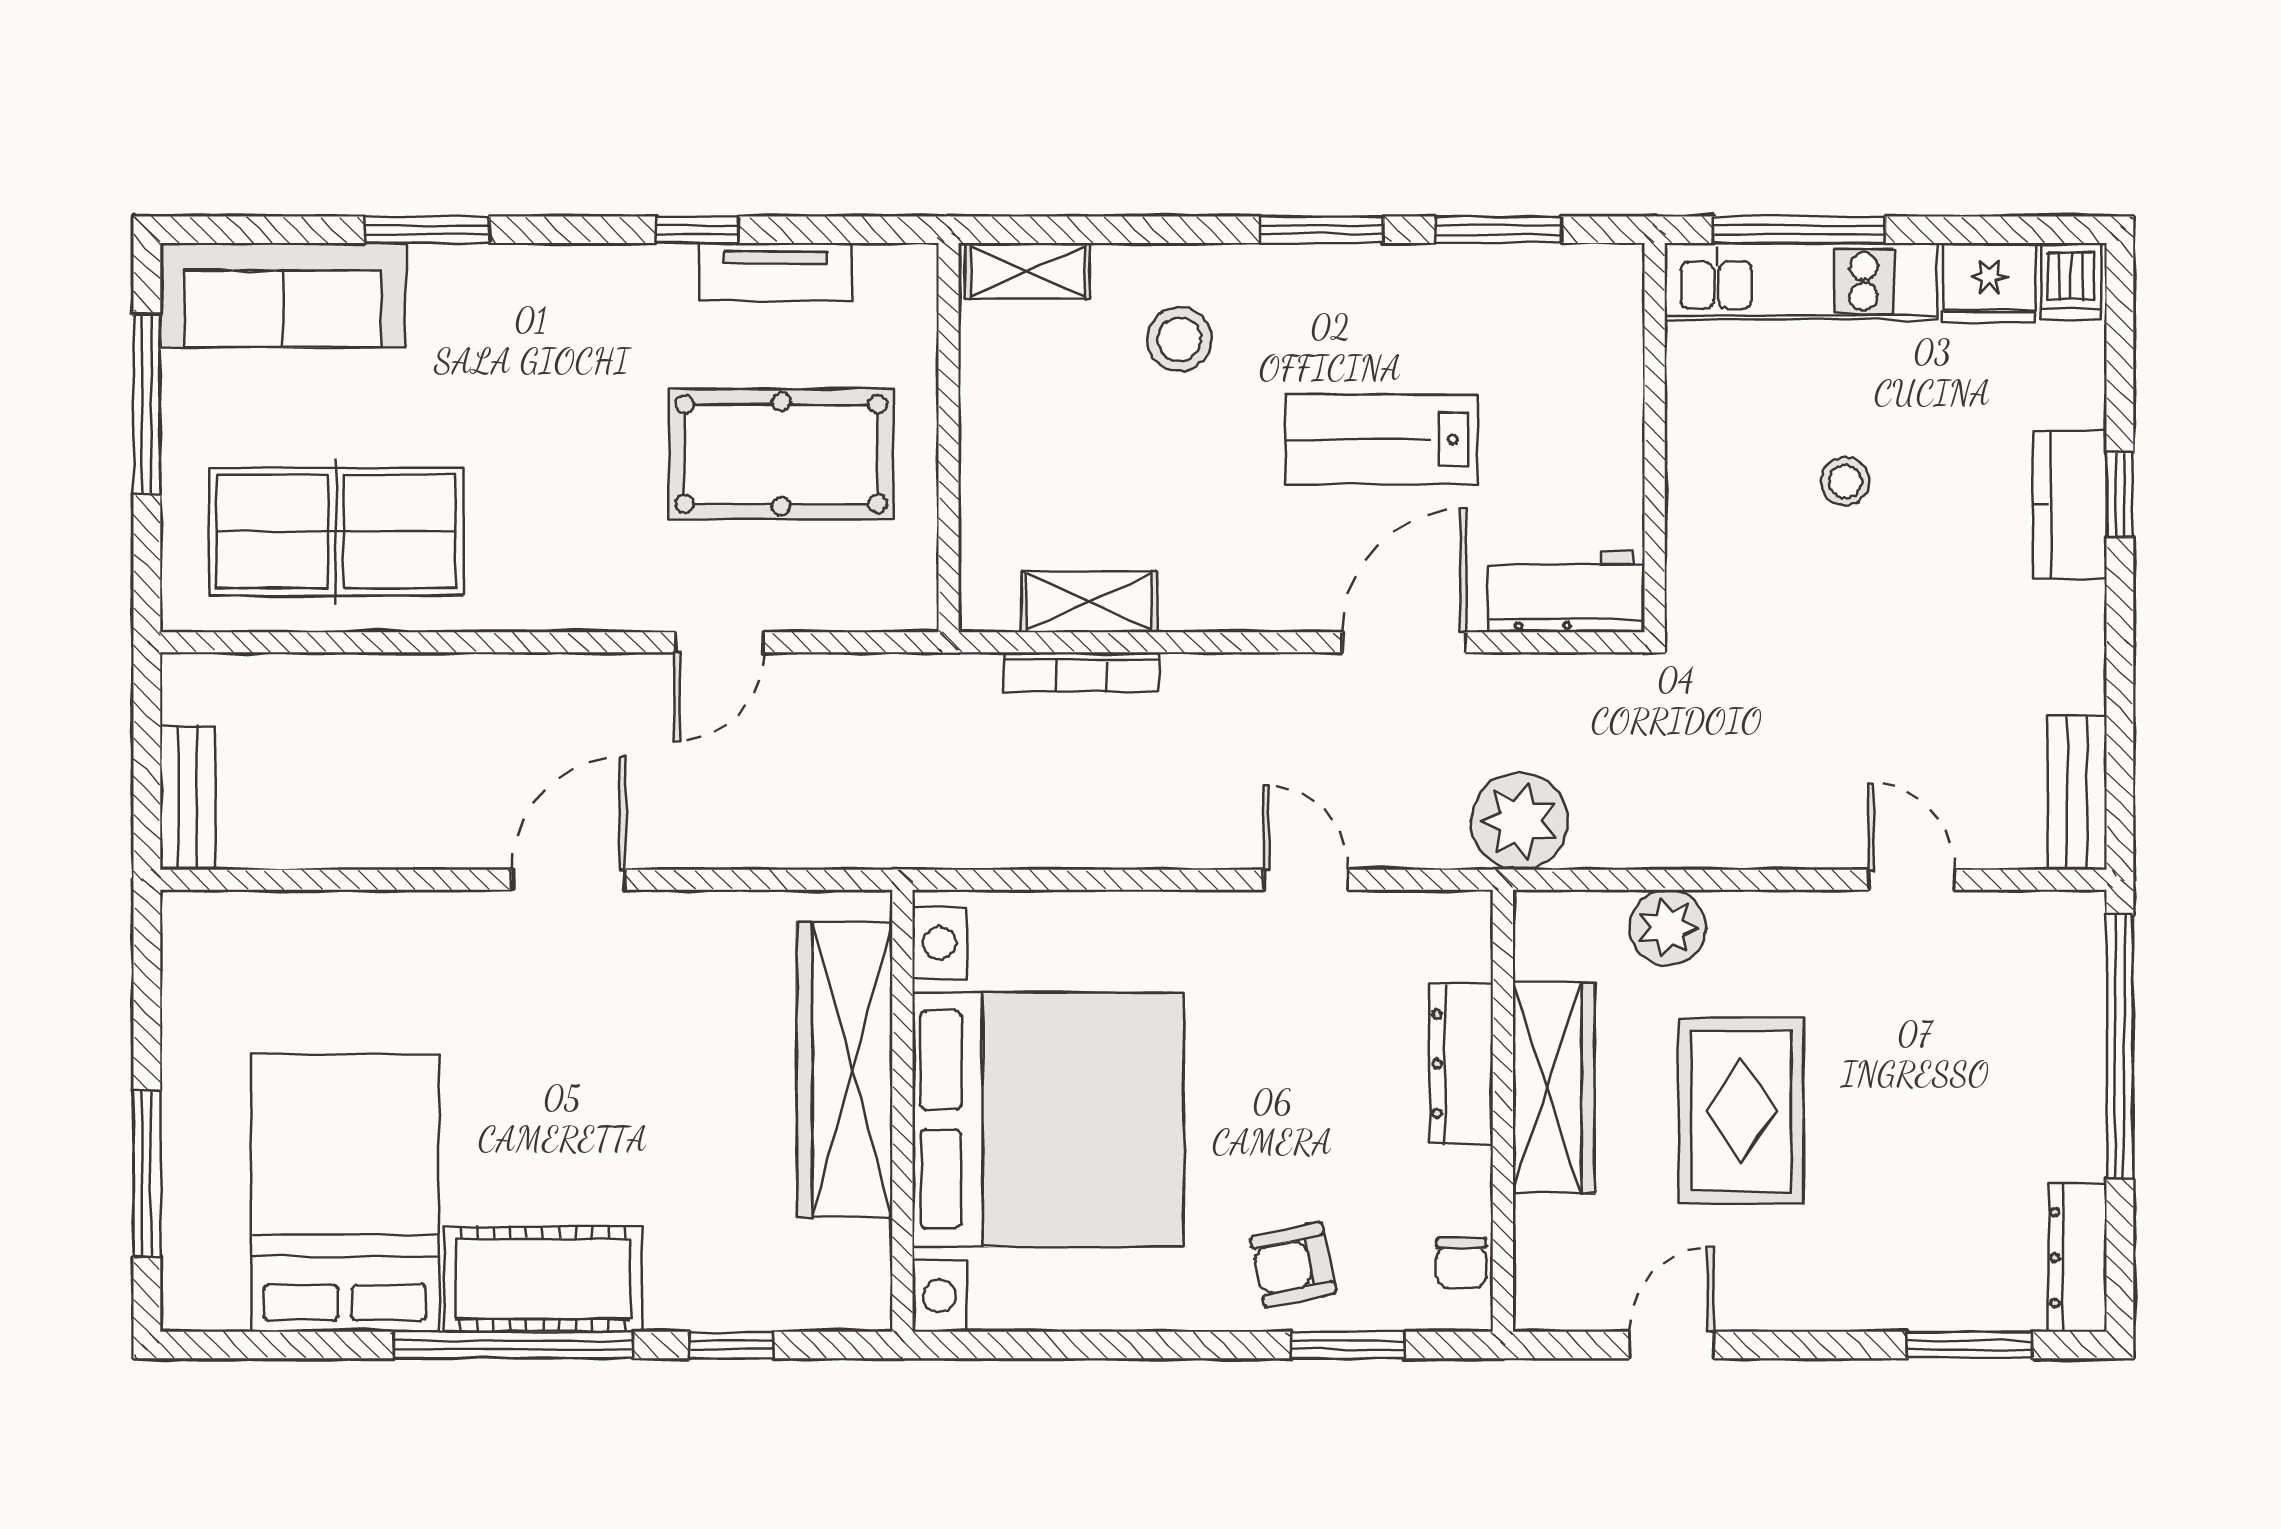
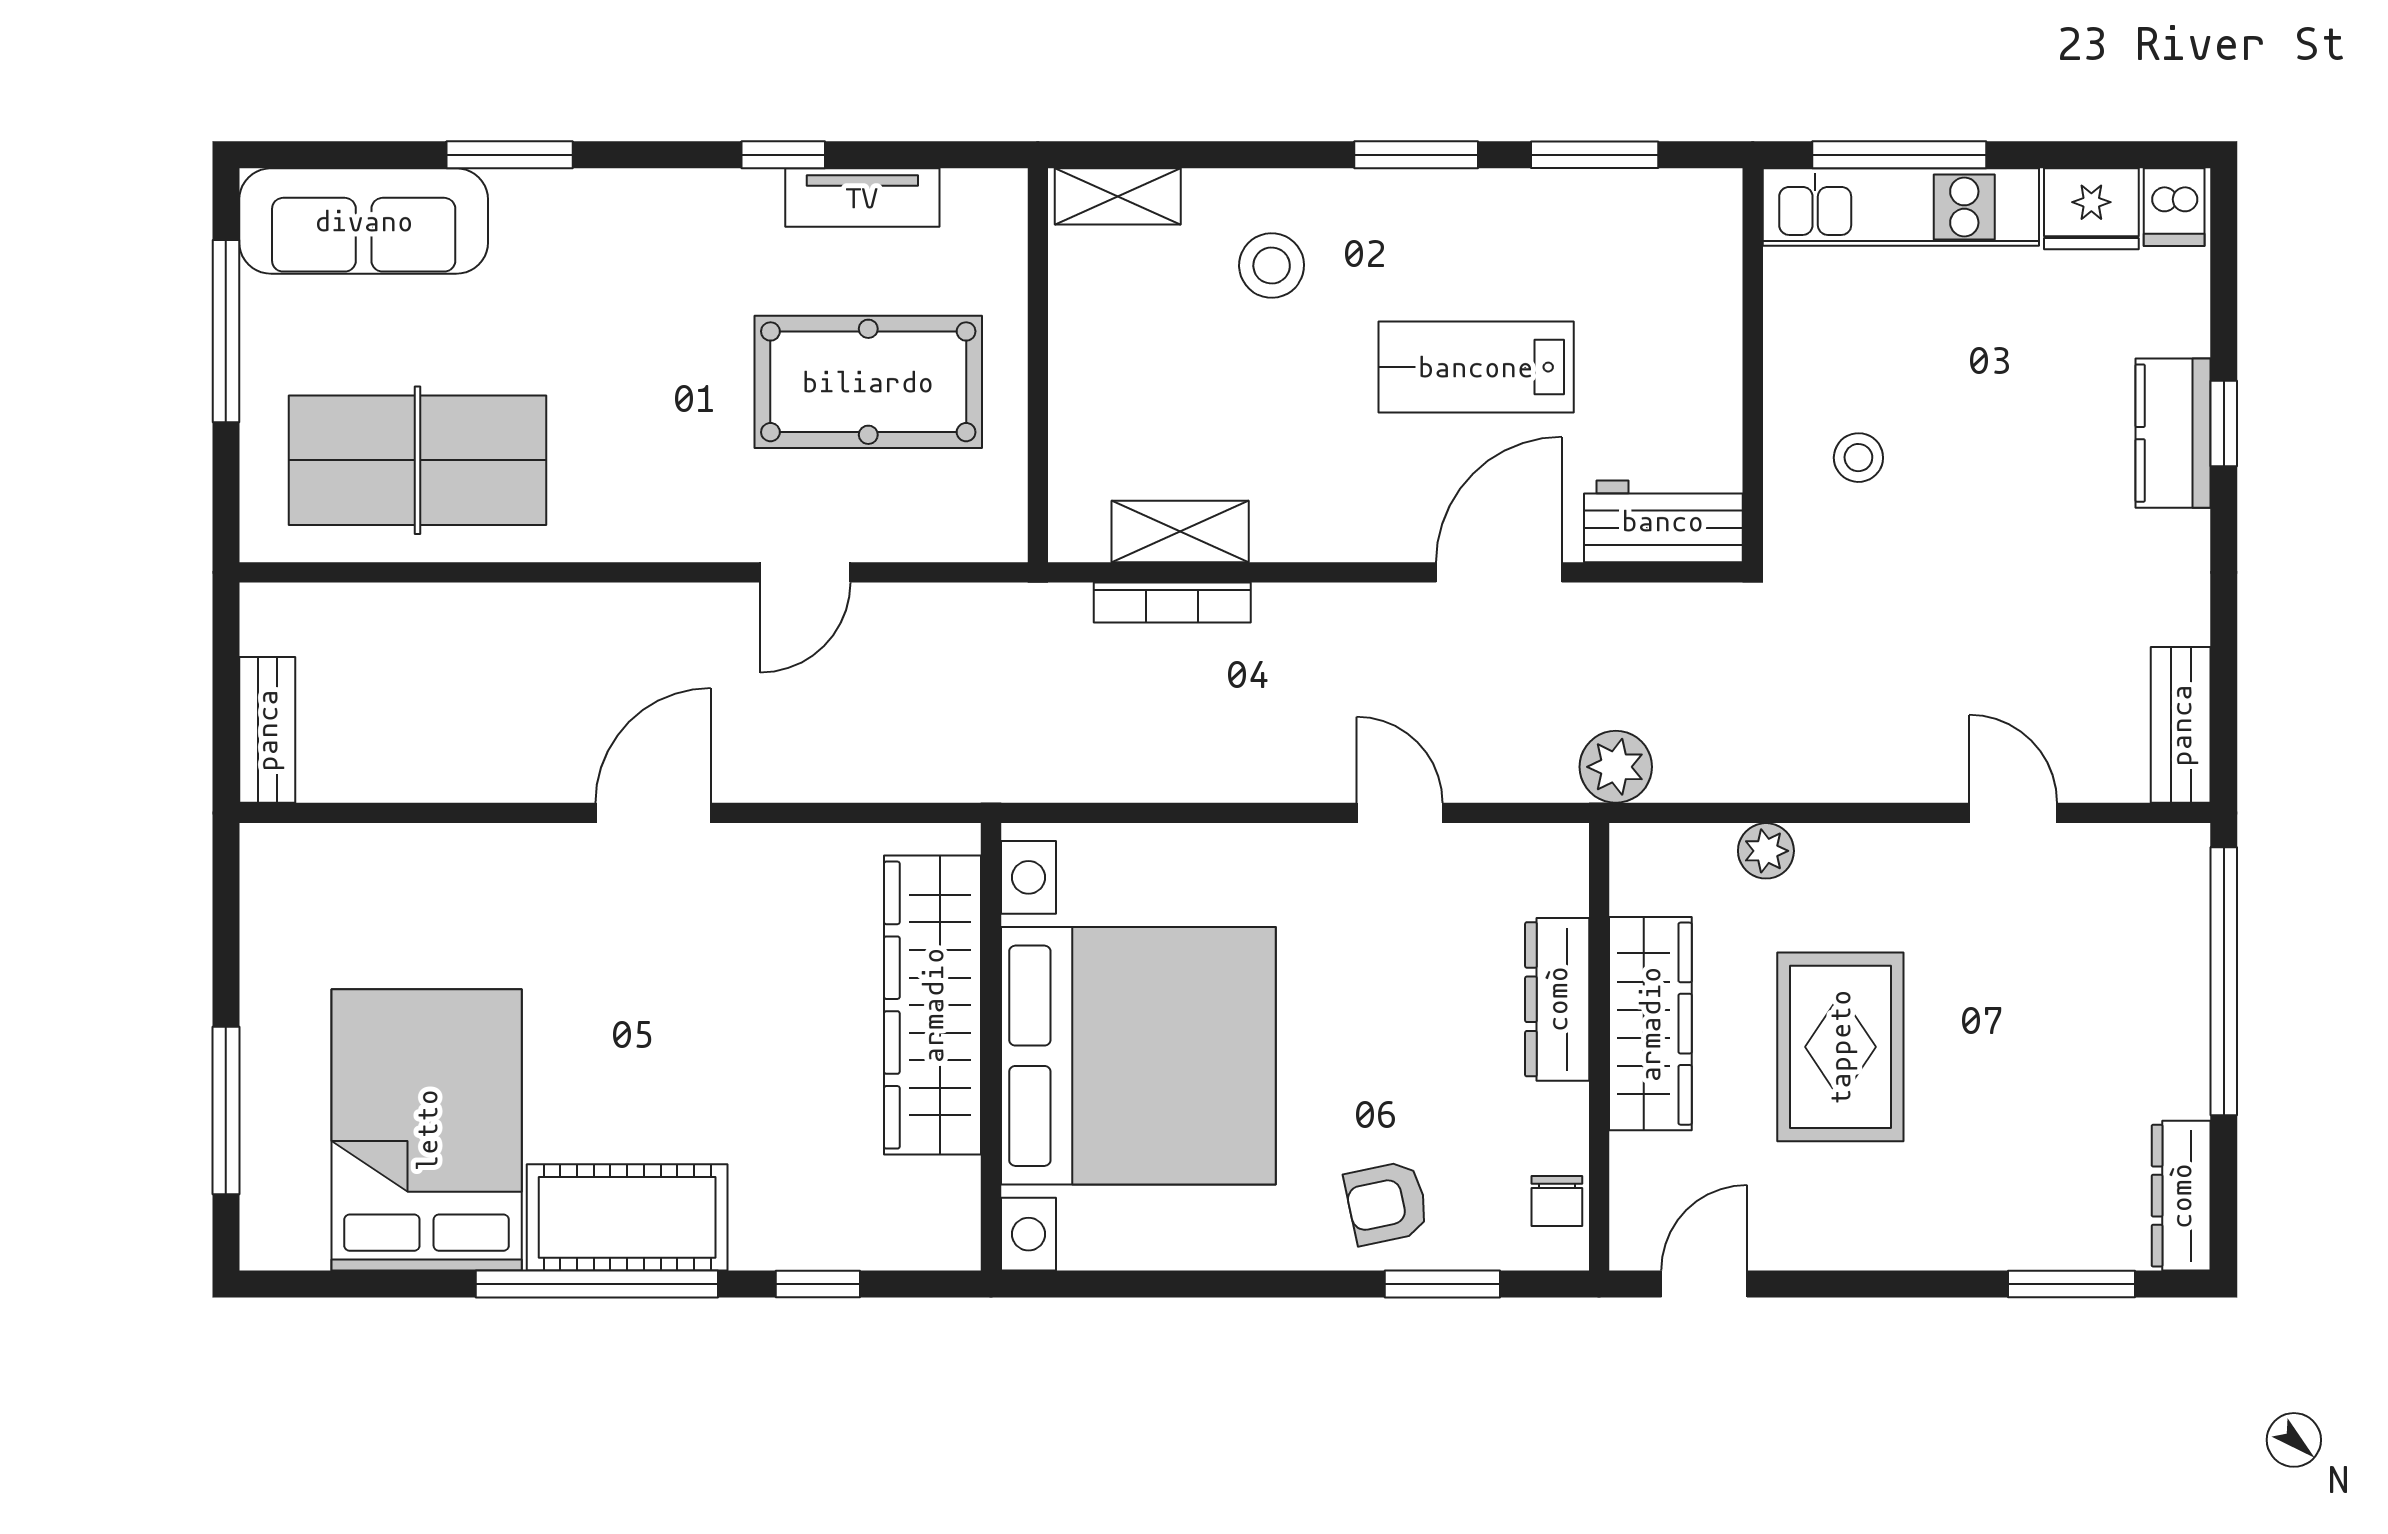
stool: (1845, 482) -> (1858, 458), moved
plant: (1519, 821) -> (1616, 767), width x0.73, depth x0.73
plant: (1668, 927) -> (1766, 851), width x0.73, depth x0.73
door: (1671, 1345) -> (1704, 1284), moved

